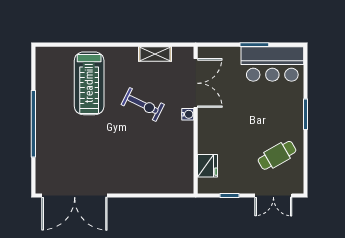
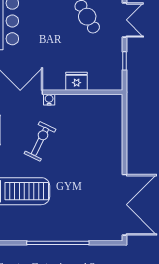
fridge: (207, 166) -> (77, 81), moved

